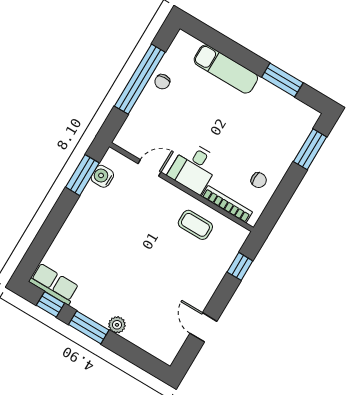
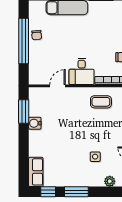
water cooler: (102, 176) -> (35, 123), moved
row of seats: (54, 284) -> (36, 172), moved, turned 90
side table: (143, 295) -> (95, 157), added
plant: (117, 325) -> (110, 181), moved

